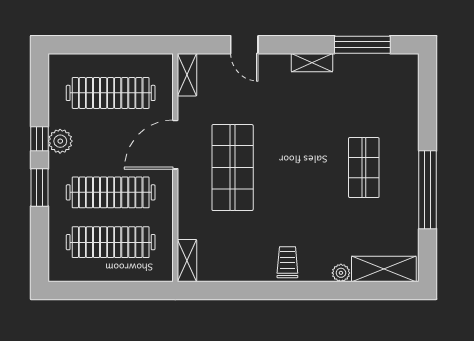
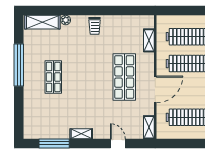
shelving: (187, 261) -> (149, 40), moved

